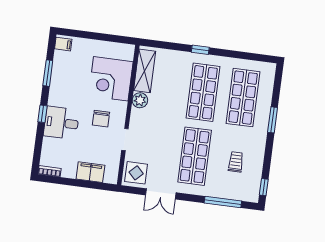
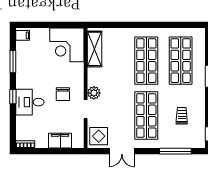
window: (200, 50) -> (139, 25), removed
corner desk: (111, 79) -> (67, 45), moved
plant: (140, 100) -> (94, 93), moved

